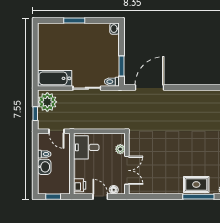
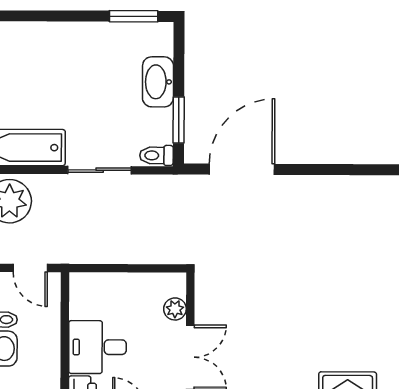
window: (74, 20) -> (134, 16), moved
washbasin: (114, 29) -> (158, 82), moved, width x1.91, depth x1.45
desk: (86, 147) -> (97, 347), moved

